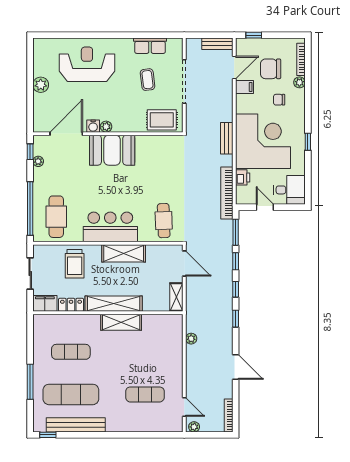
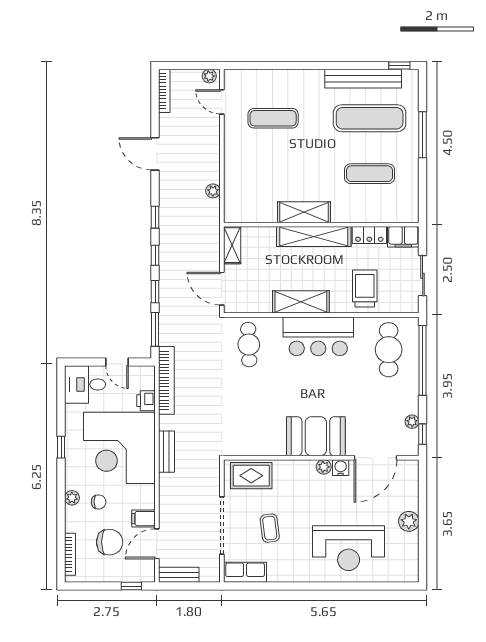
row of seats: (150, 46) -> (245, 572), moved
plant: (299, 82) -> (72, 498), moved

